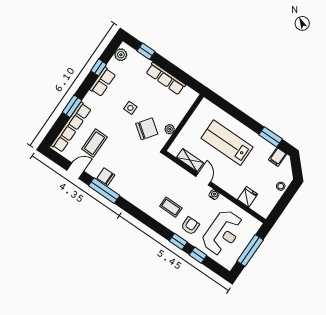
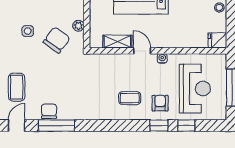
chair: (106, 177) -> (49, 111), turned 90
fridge: (248, 197) -> (217, 40), moved, turned -90

